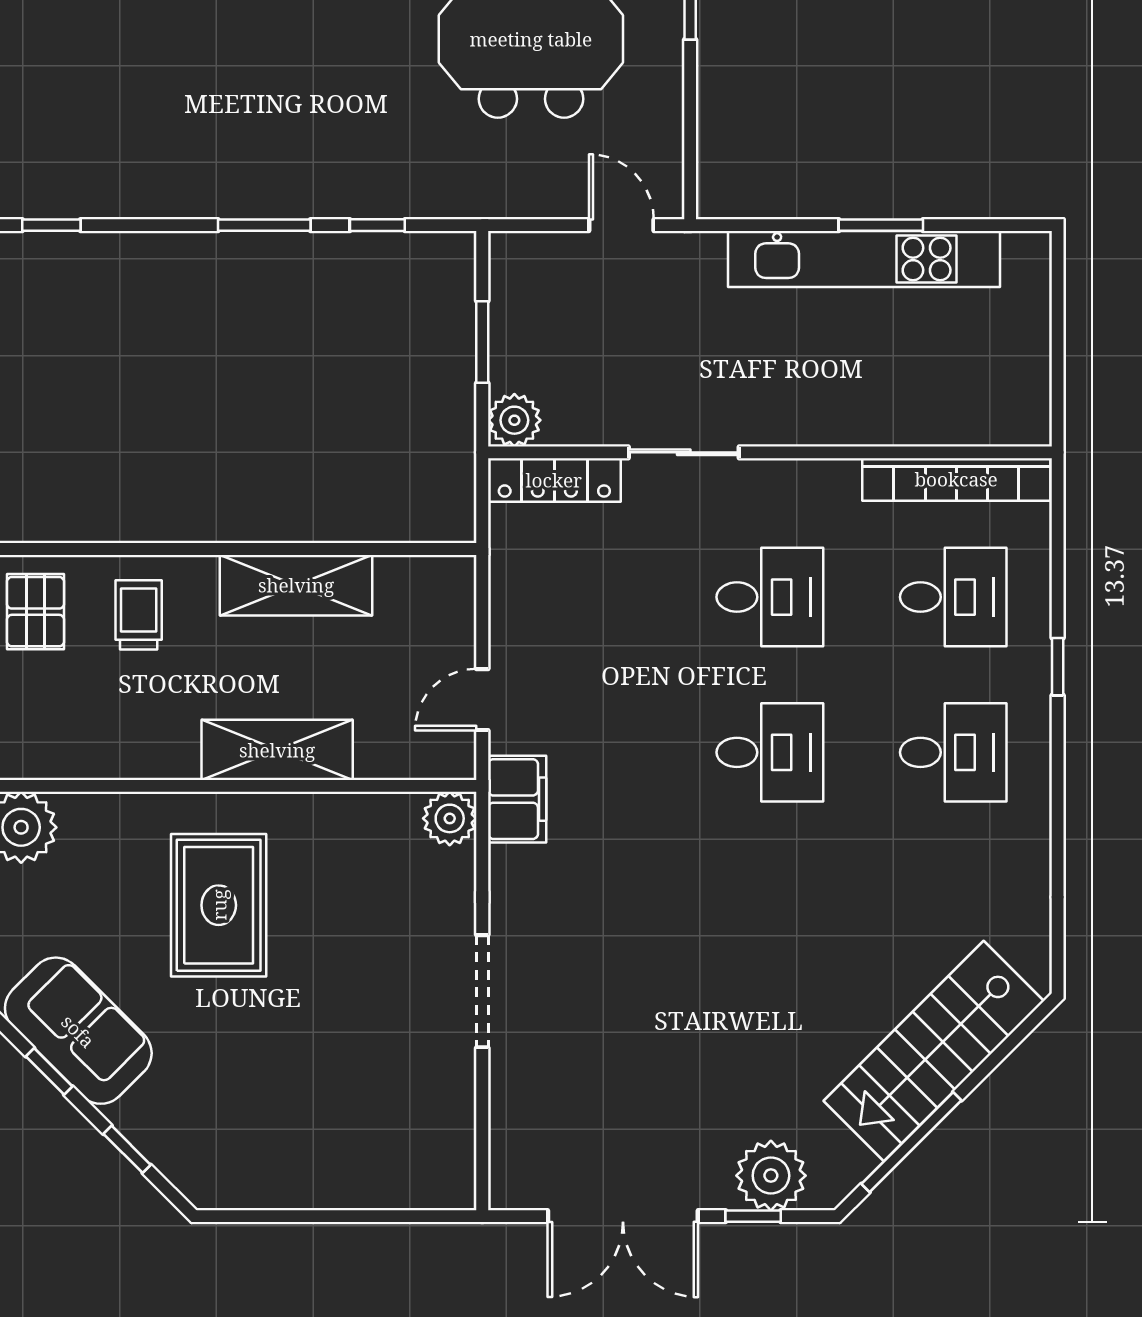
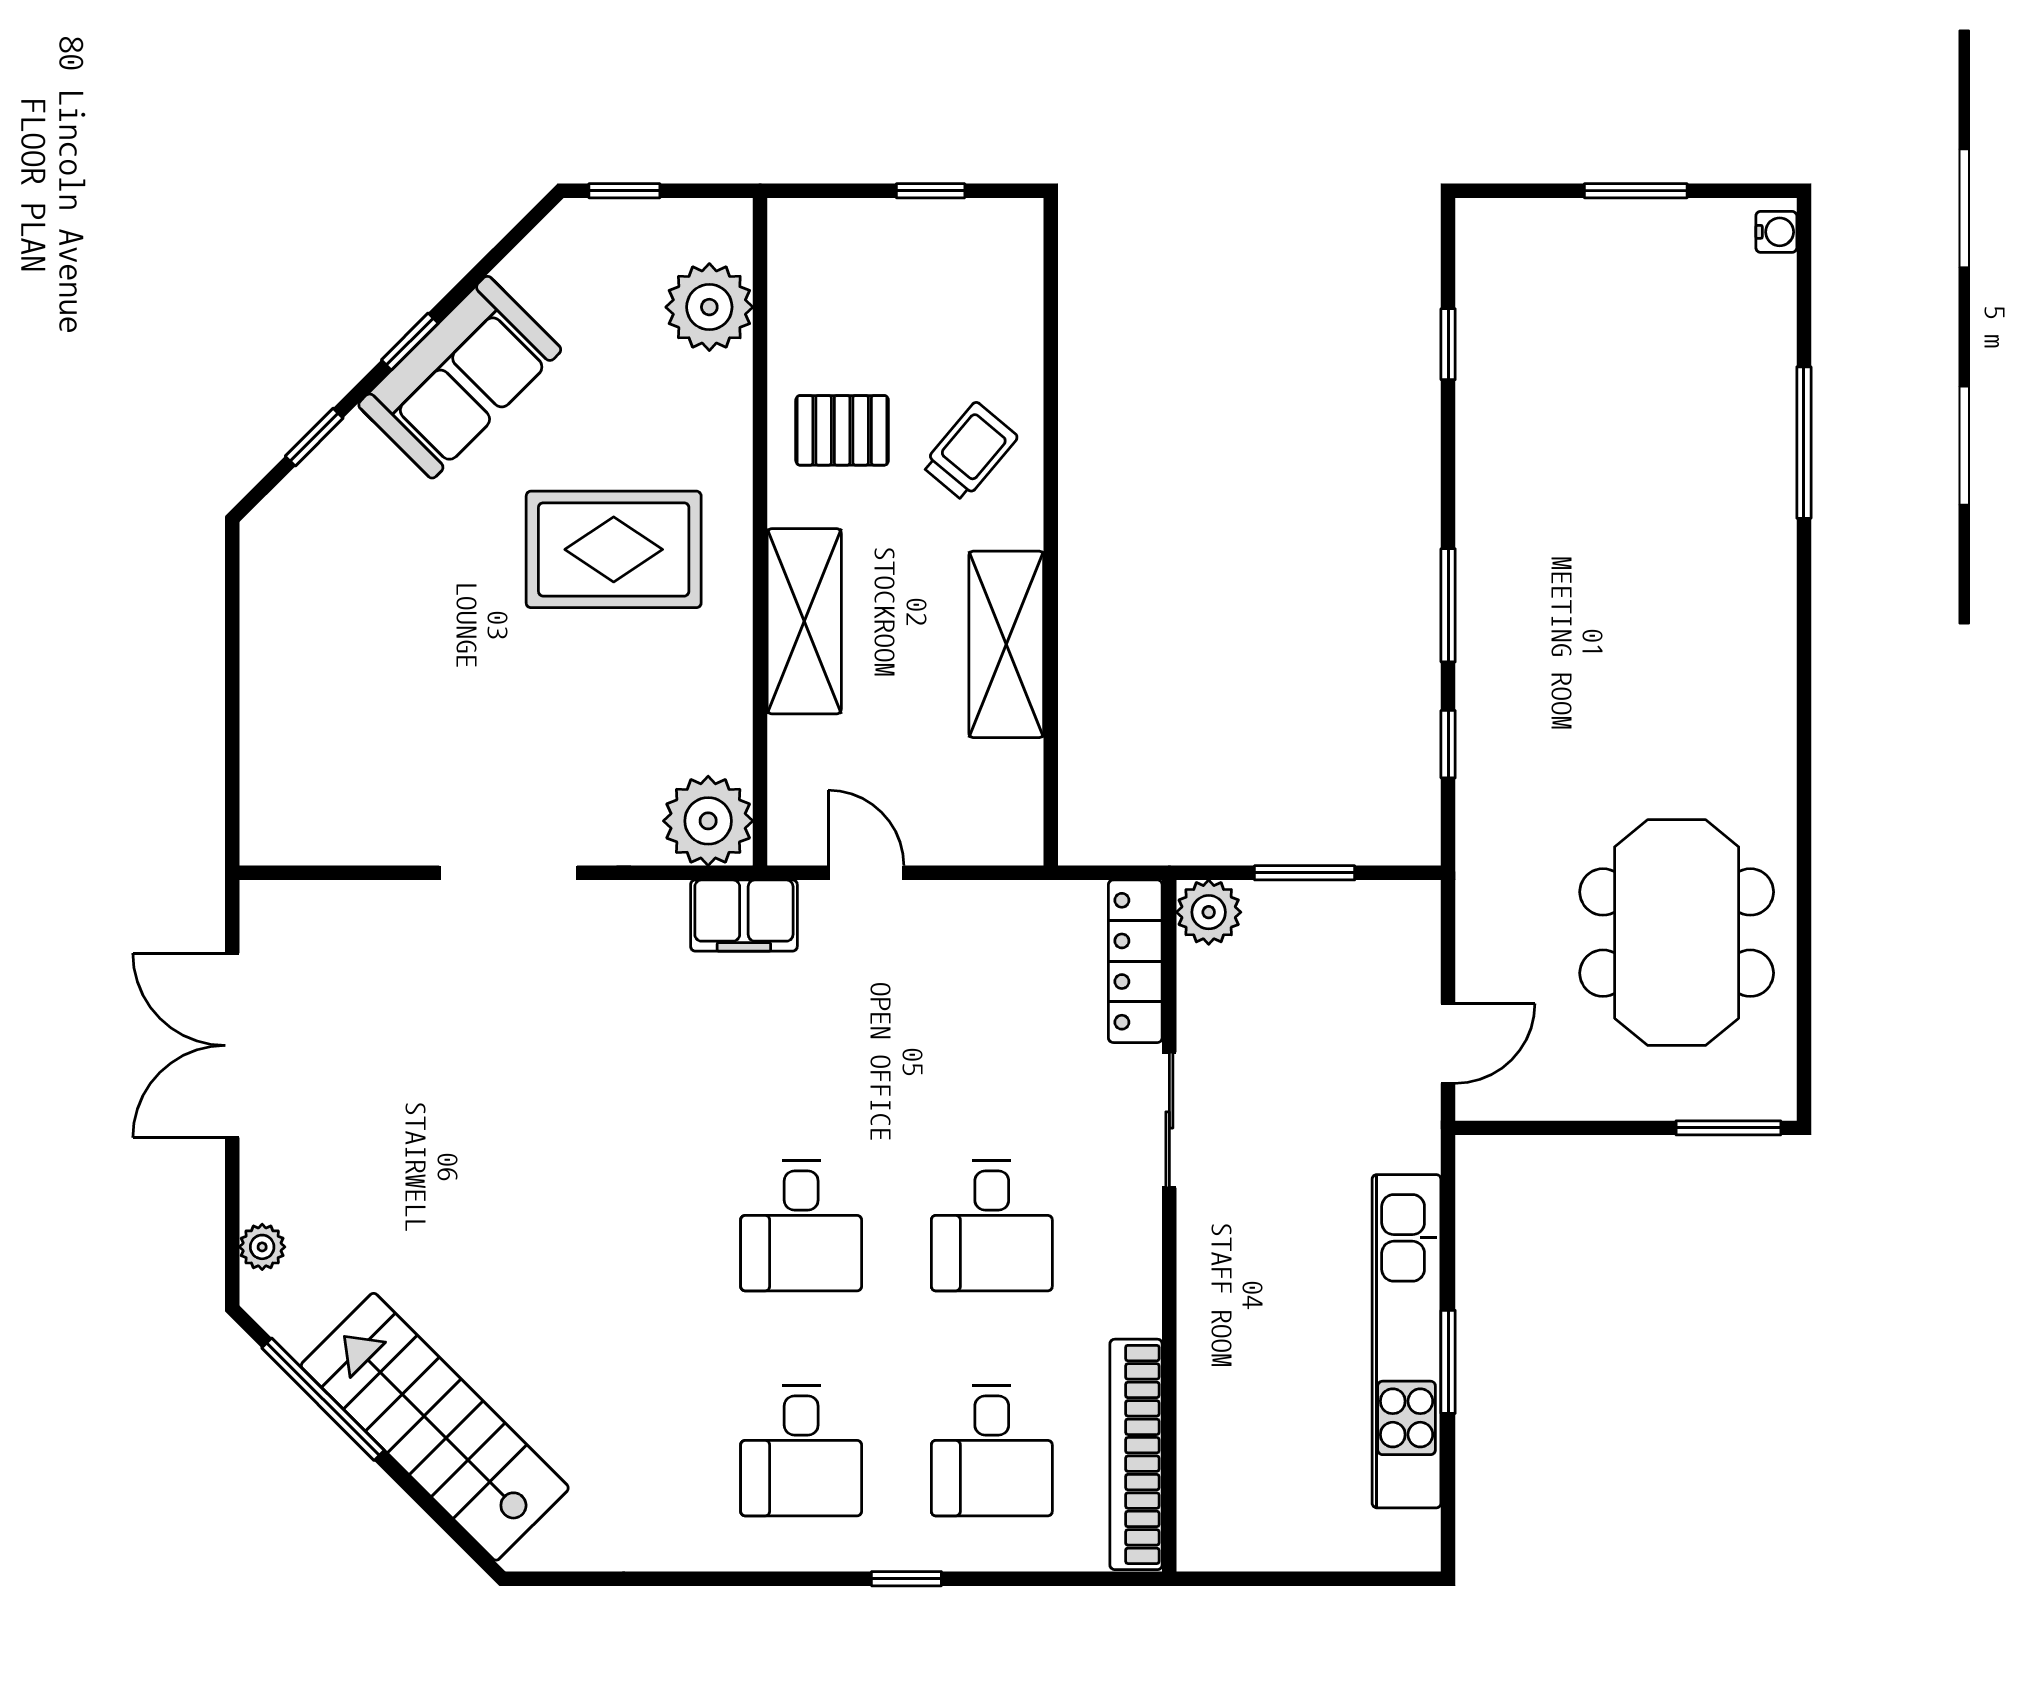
pallet: (36, 612) -> (842, 430), moved
trolley: (139, 615) -> (970, 451), turned -50
plant: (450, 818) -> (708, 821), width x1.36, depth x1.36
plant: (771, 1176) -> (262, 1247), width x0.53, depth x0.53
window: (753, 1216) -> (232, 1205), removed

